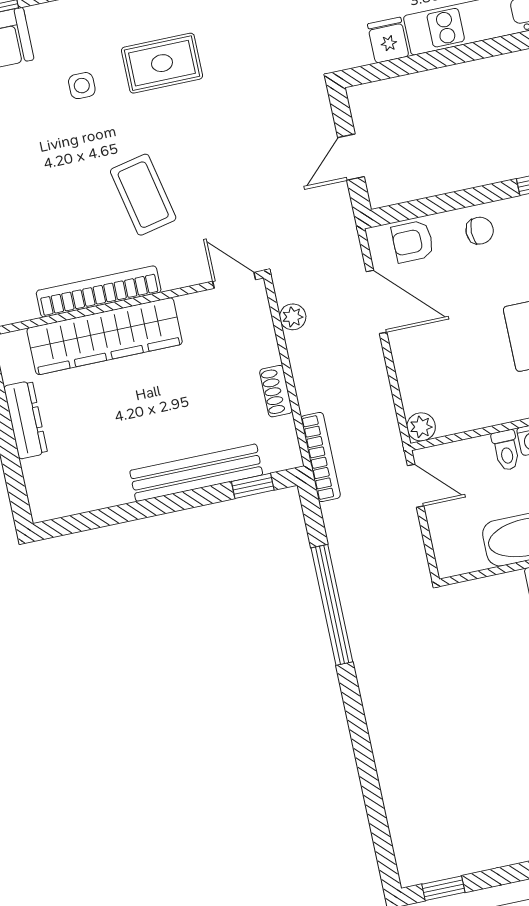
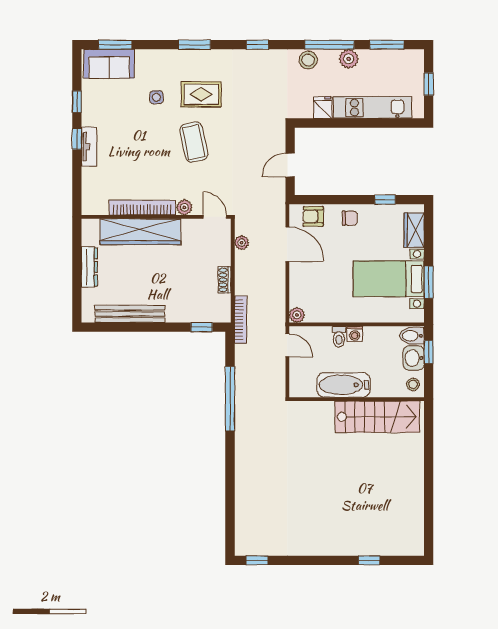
coffee table: (143, 195) -> (194, 142), moved
plant: (175, 275) -> (184, 207), added
bench: (196, 473) -> (130, 314), moved

